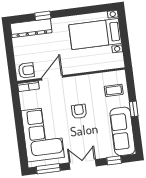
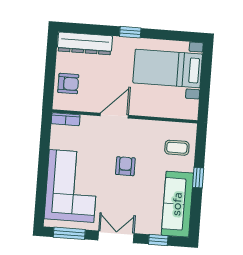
window: (43, 16) -> (130, 32), moved
armchair: (26, 70) -> (68, 84), moved
door: (52, 78) -> (114, 116), moved

